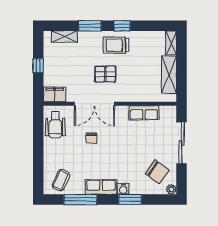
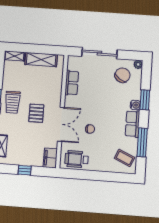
wheelchair: (55, 125) -> (77, 159), turned 180

